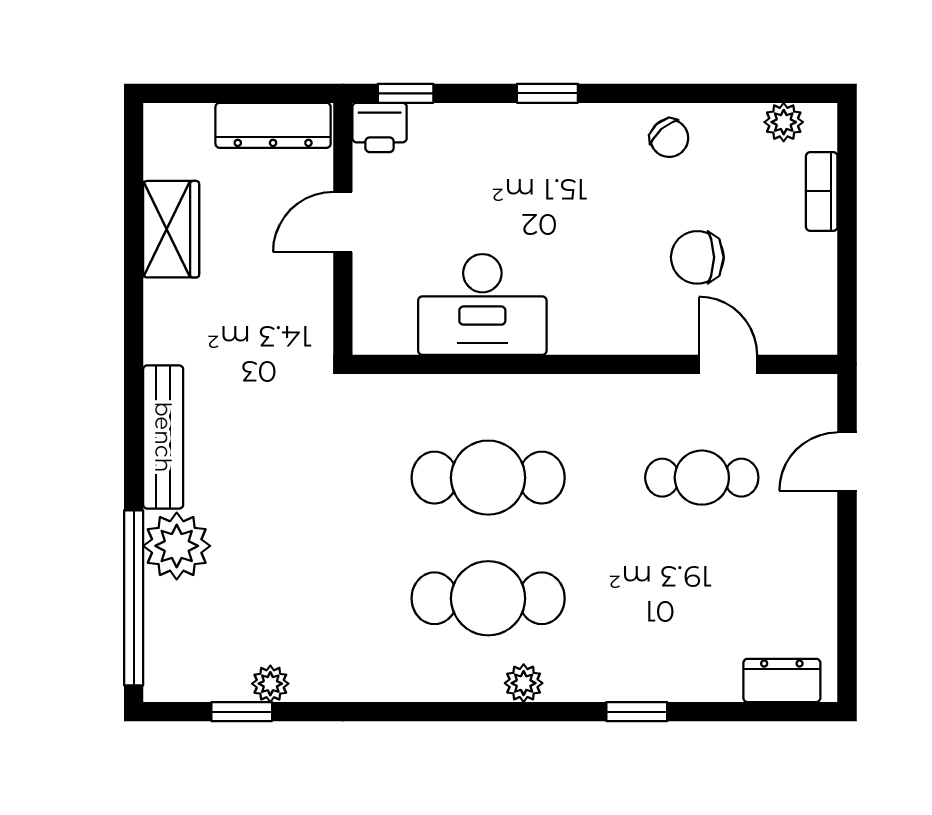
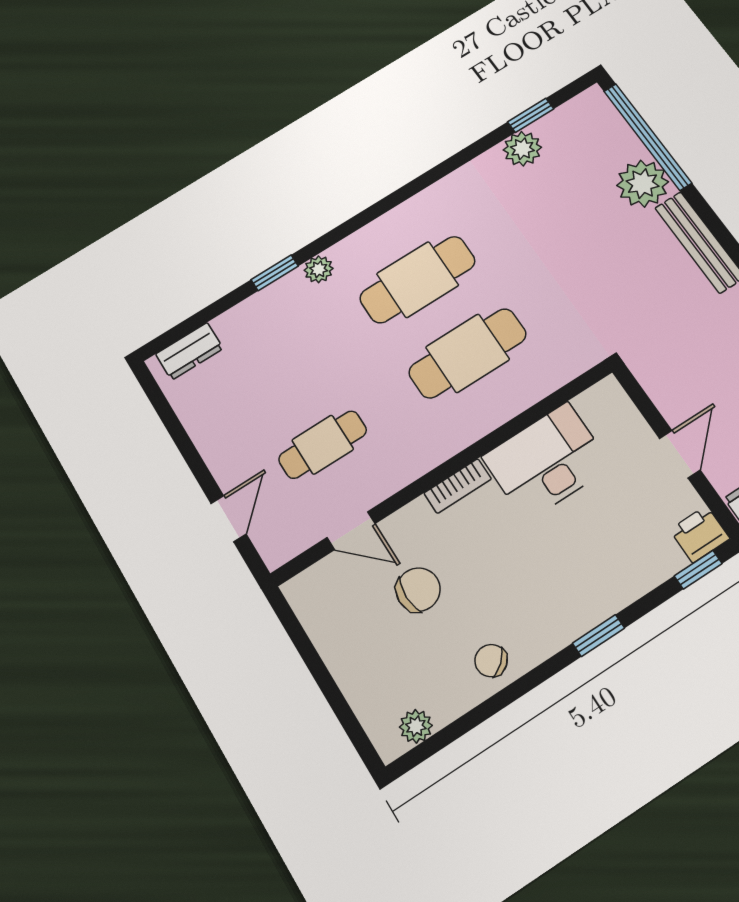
bookcase: (822, 191) -> (458, 486), moved, turned 90
plant: (524, 683) -> (319, 269), moved
plant: (270, 684) -> (522, 149), width x1.38, depth x1.38

